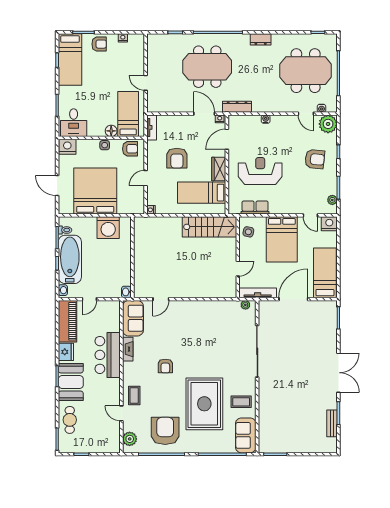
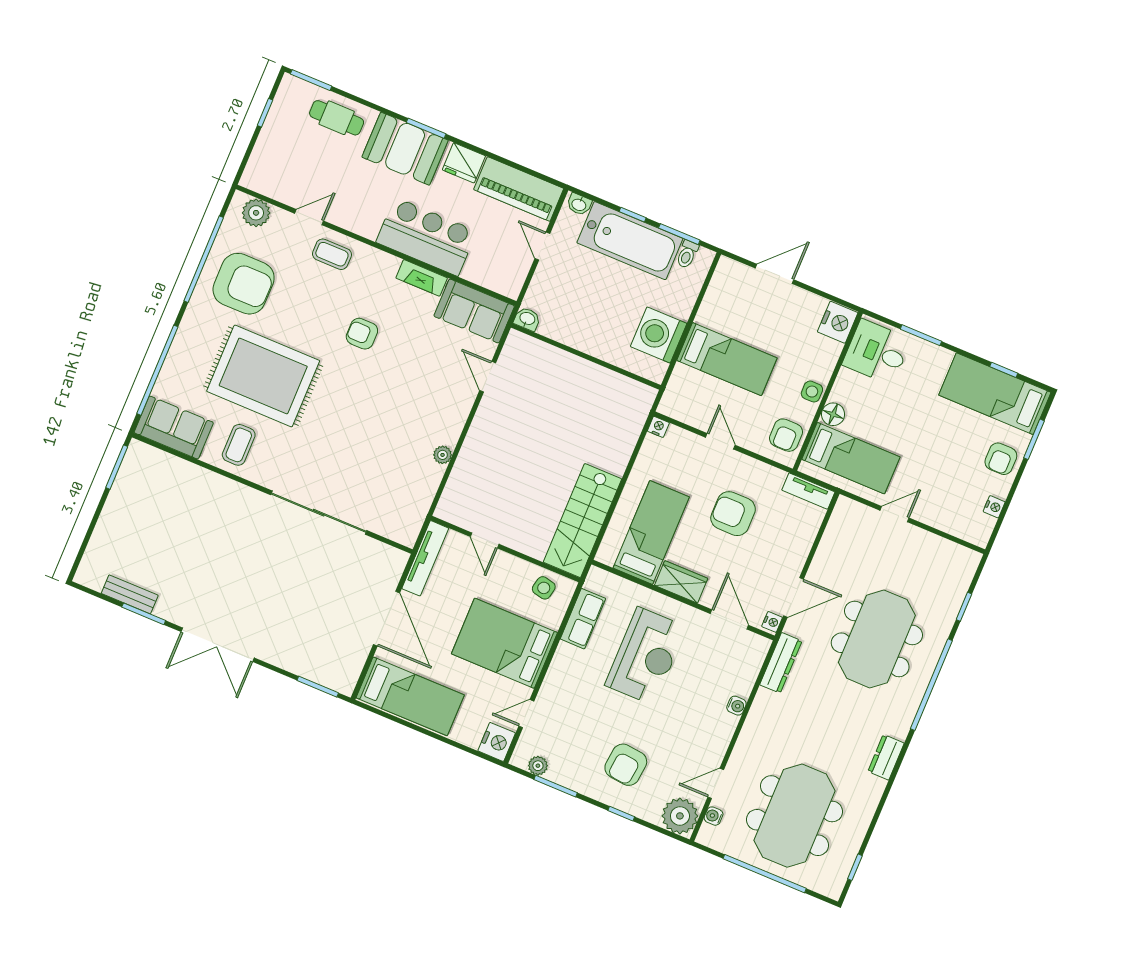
bed: (95, 191) -> (727, 359), width x0.49
plant: (245, 305) -> (443, 455), moved

